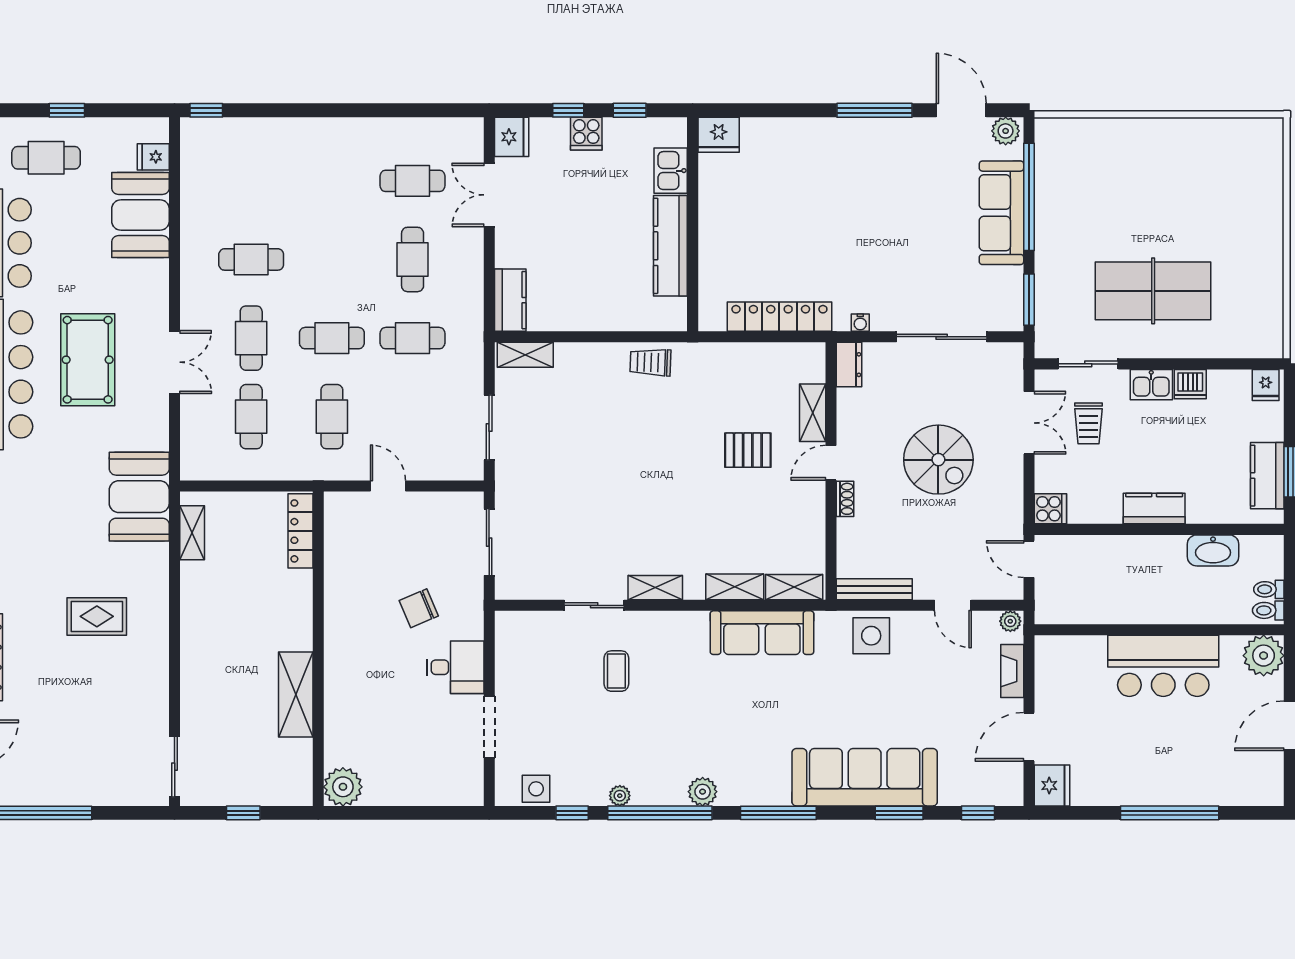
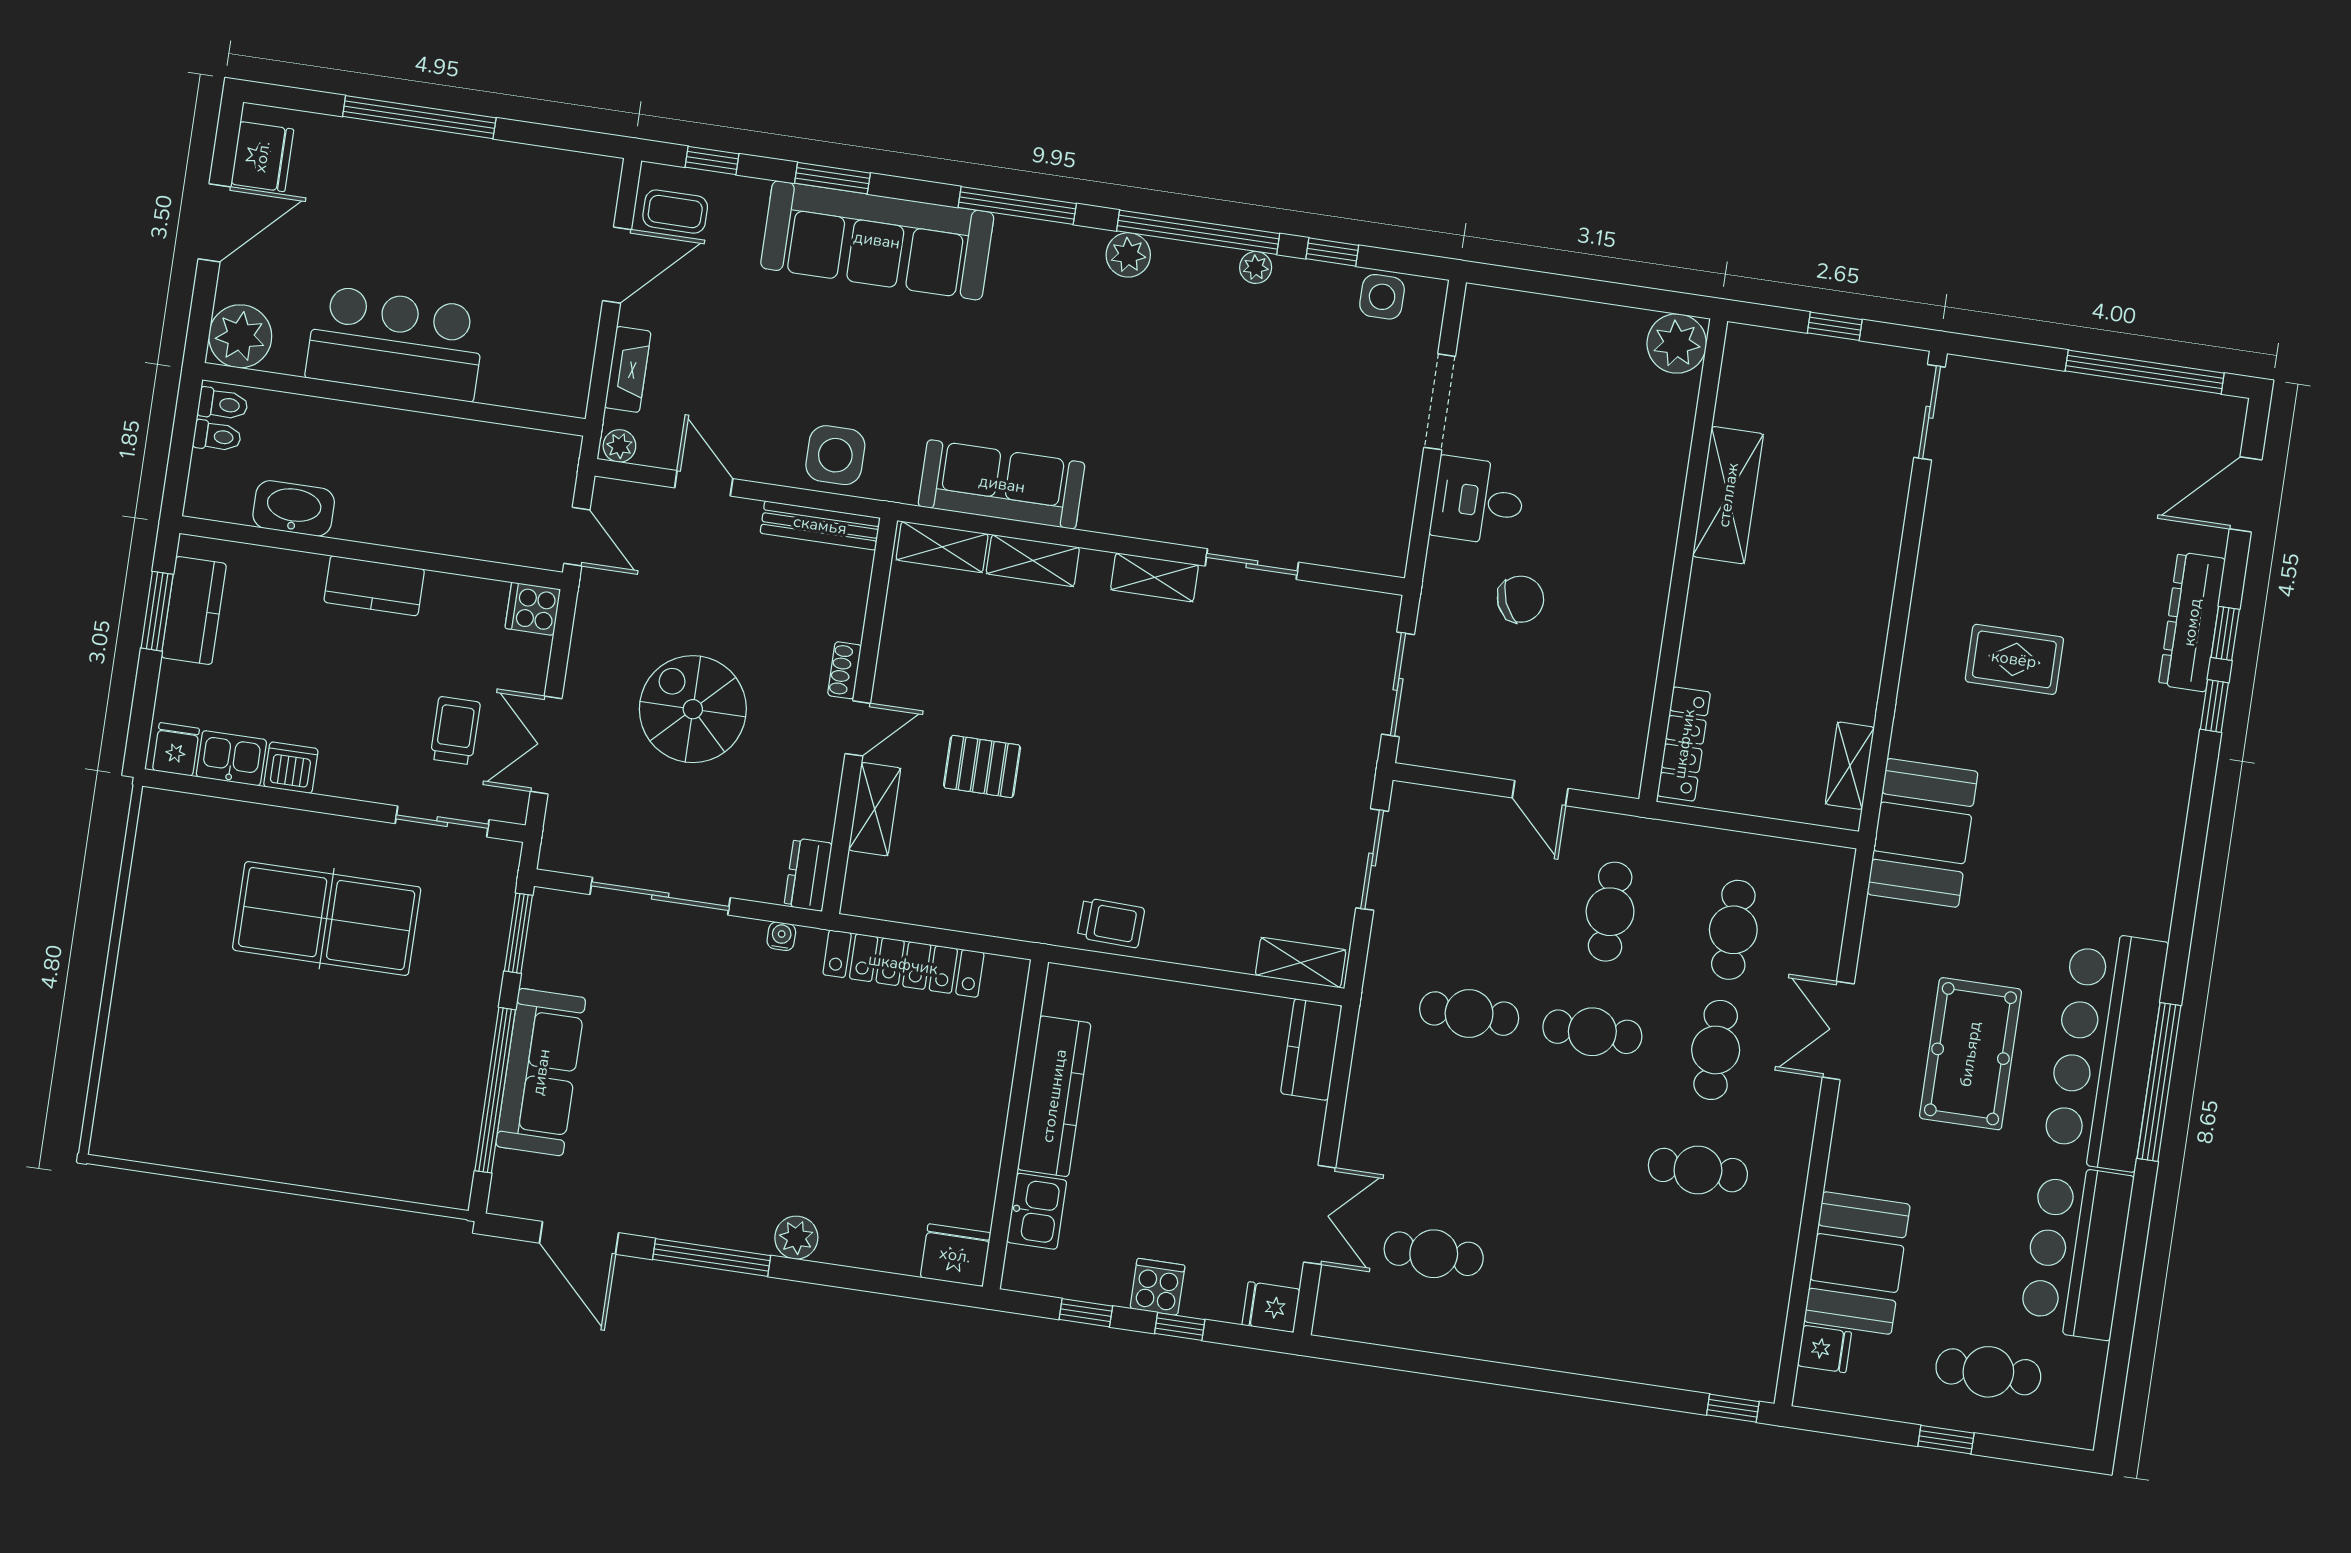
plant: (1006, 131) -> (796, 1238), moved
fridge: (512, 137) -> (1271, 1307), width x0.72
cafe table: (413, 259) -> (1451, 1134), removed
kitchen sink: (1151, 385) -> (231, 758), moved
coffee table: (616, 671) -> (675, 212), moved, turned 90
fridge: (1052, 785) -> (262, 157), moved, turned 180

